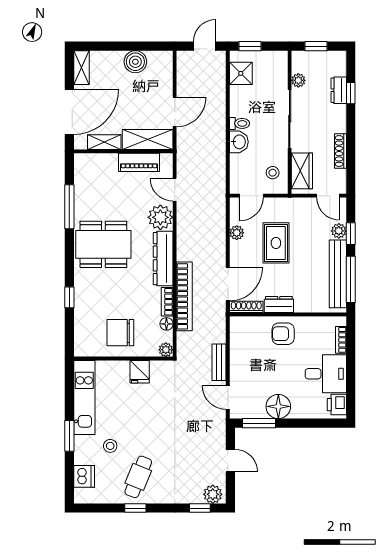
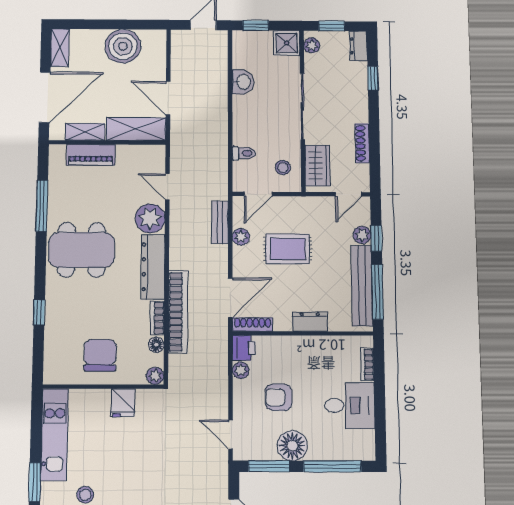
boiler: (135, 62) -> (123, 46), width x1.37, depth x1.37
shower: (241, 73) -> (287, 43), moved
plant: (298, 80) -> (312, 45), moved
dresser: (339, 90) -> (358, 46), moved
door: (175, 112) -> (168, 98), swing flipped
toilet: (239, 123) -> (244, 153), moved
washbasin: (239, 142) -> (243, 82), moved
piano: (139, 162) -> (91, 155), moved
door: (328, 196) -> (348, 194), hinge flipped
rug: (276, 243) -> (288, 249), turned 90
dresser: (279, 304) -> (310, 322), moved
chair: (120, 333) -> (100, 355), turned 90
armchair: (283, 334) -> (279, 397), moved
plant: (236, 345) -> (241, 370), added
bench: (219, 362) -> (220, 222), moved
printer: (337, 405) -> (244, 348), moved, turned 180
window: (311, 423) -> (332, 466), added

